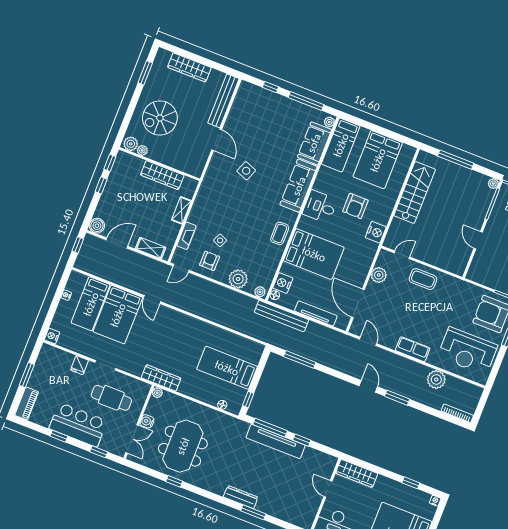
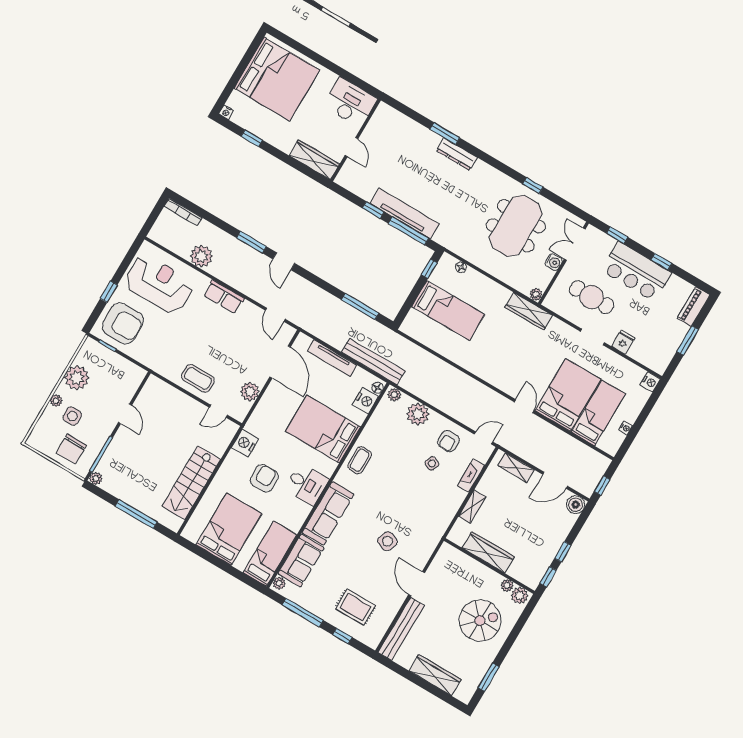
rug: (264, 113) -> (355, 607), added

